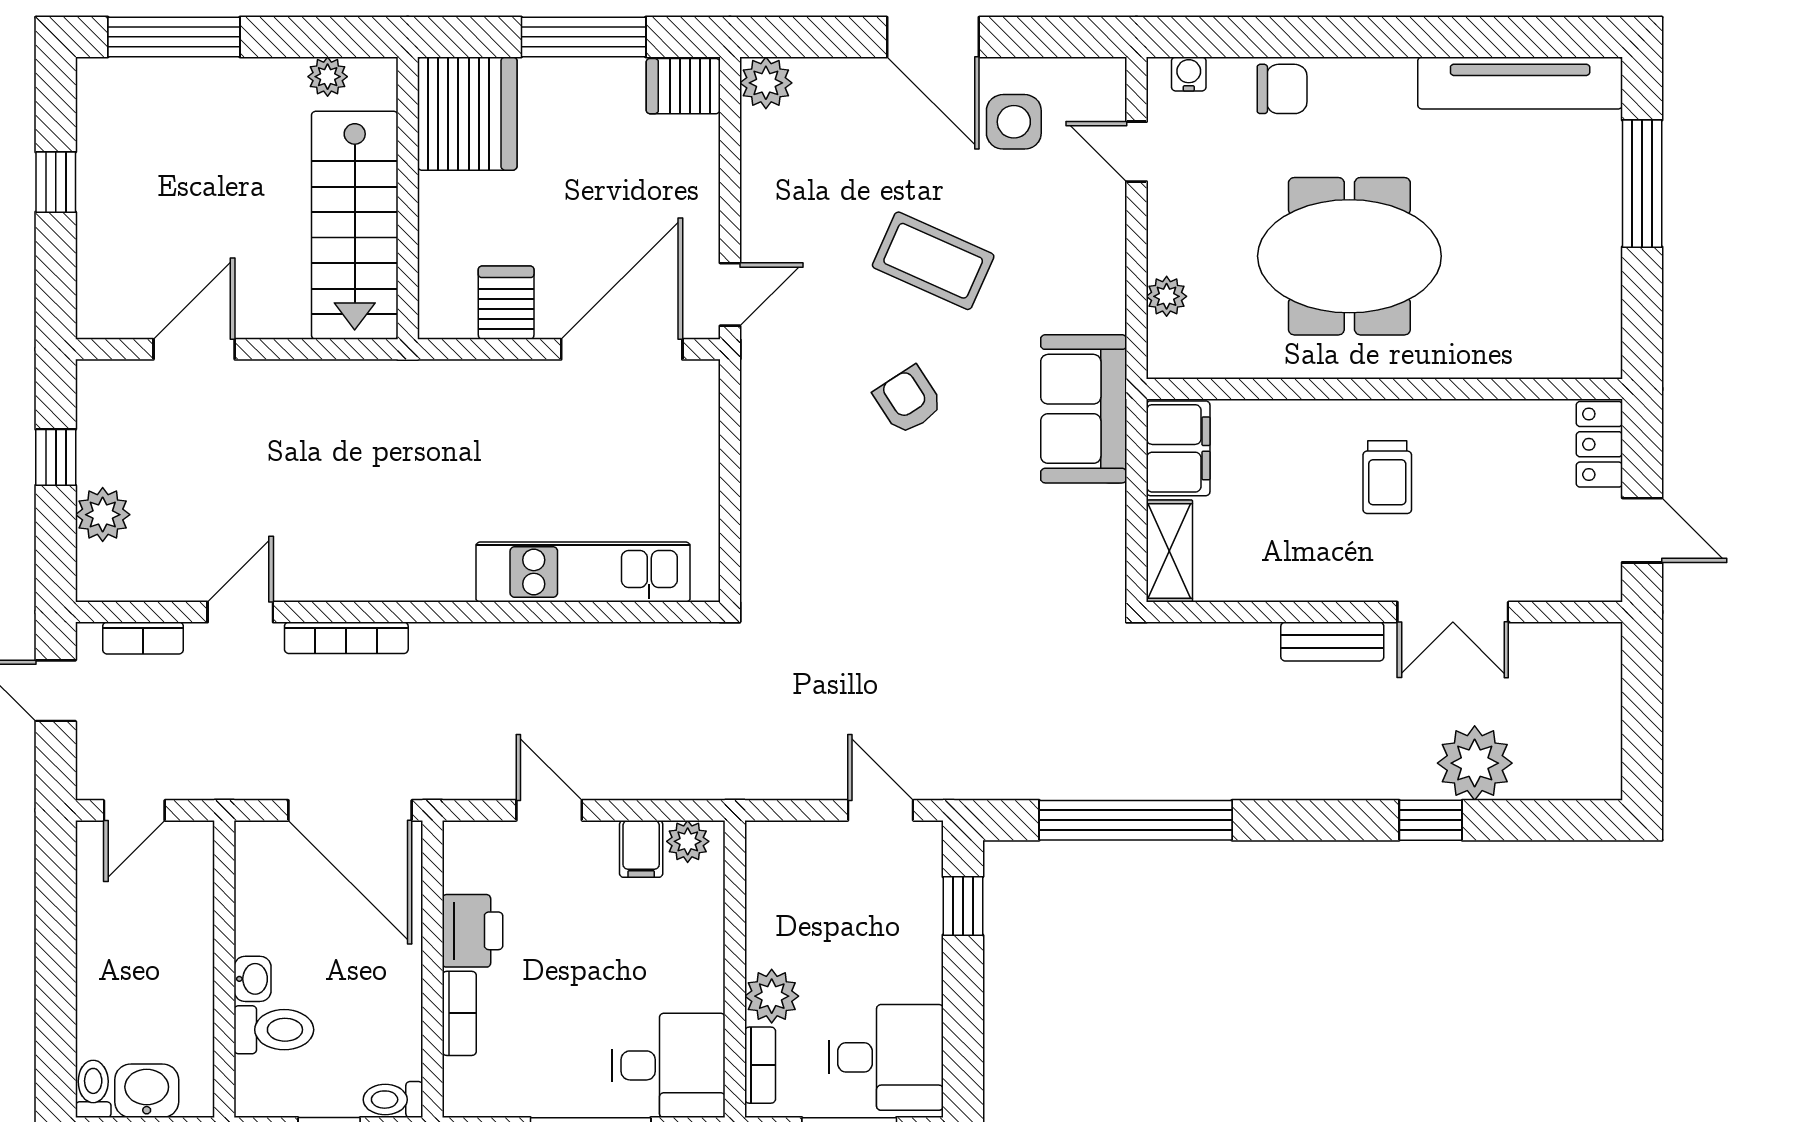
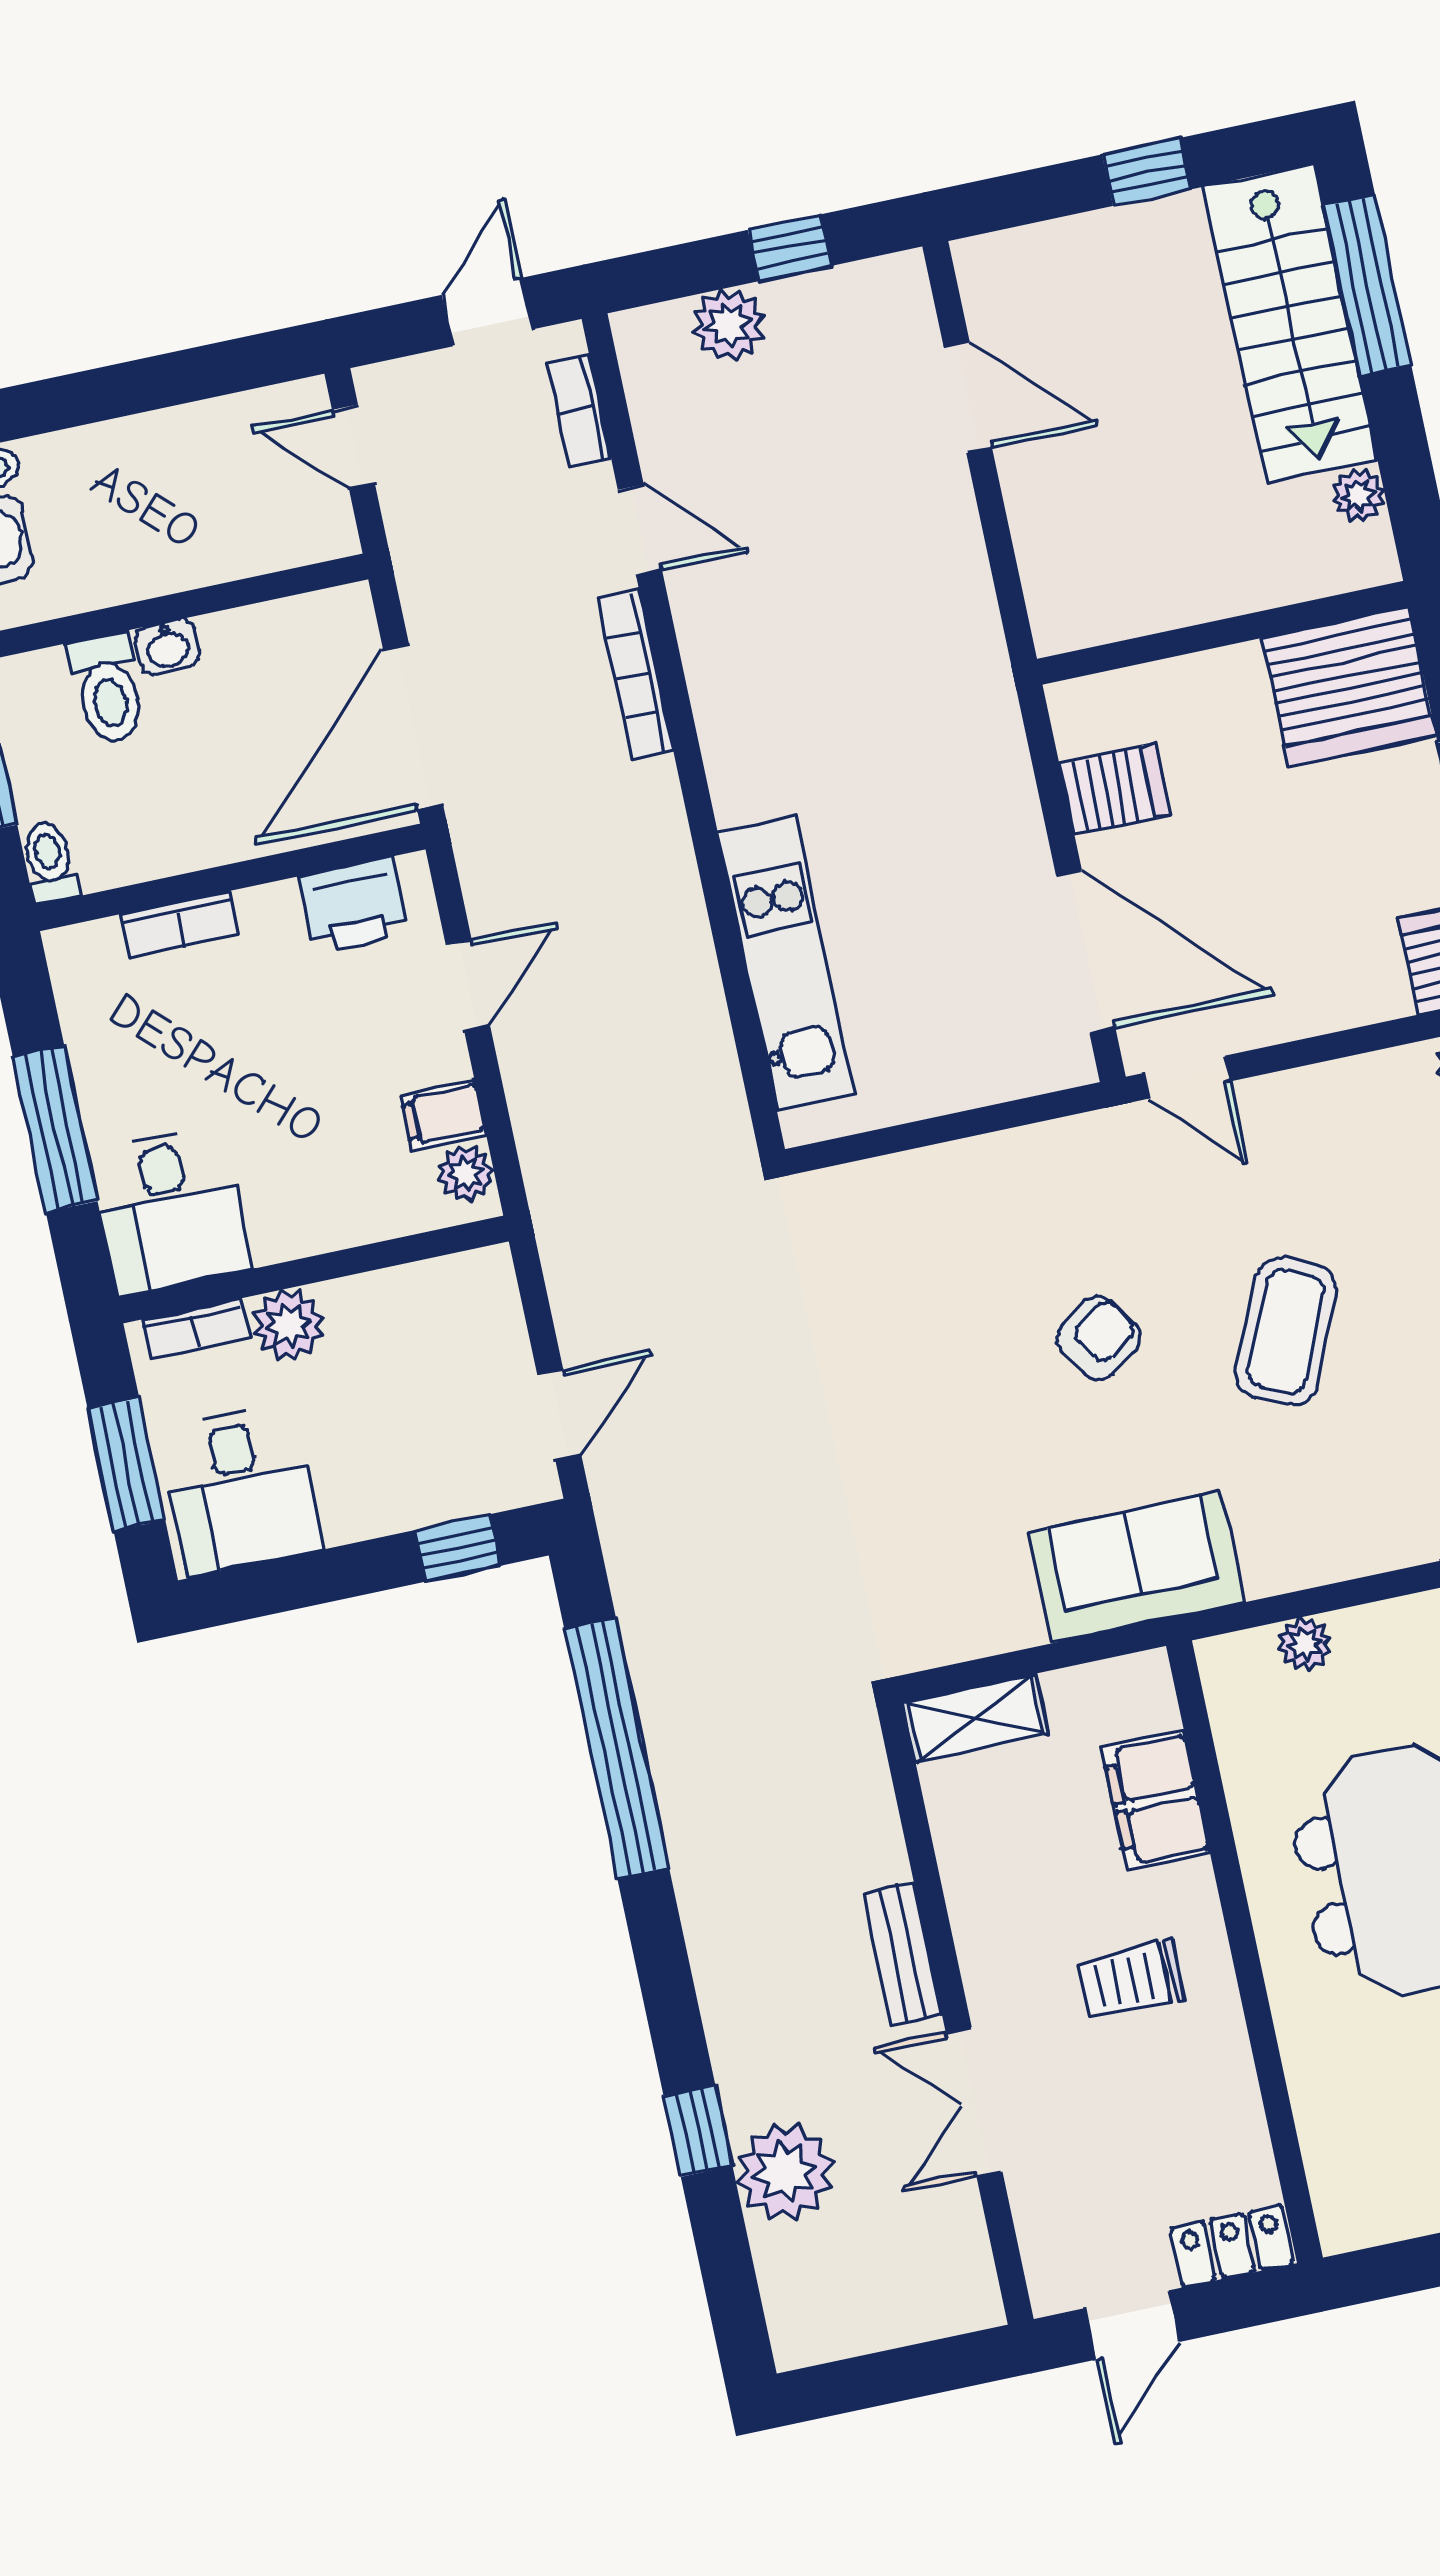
stairs: (355, 225) -> (1290, 323), moved, turned -90
filing cabinet: (1178, 448) -> (1156, 1800), moved, turned 90
printer: (472, 931) -> (354, 905), moved

